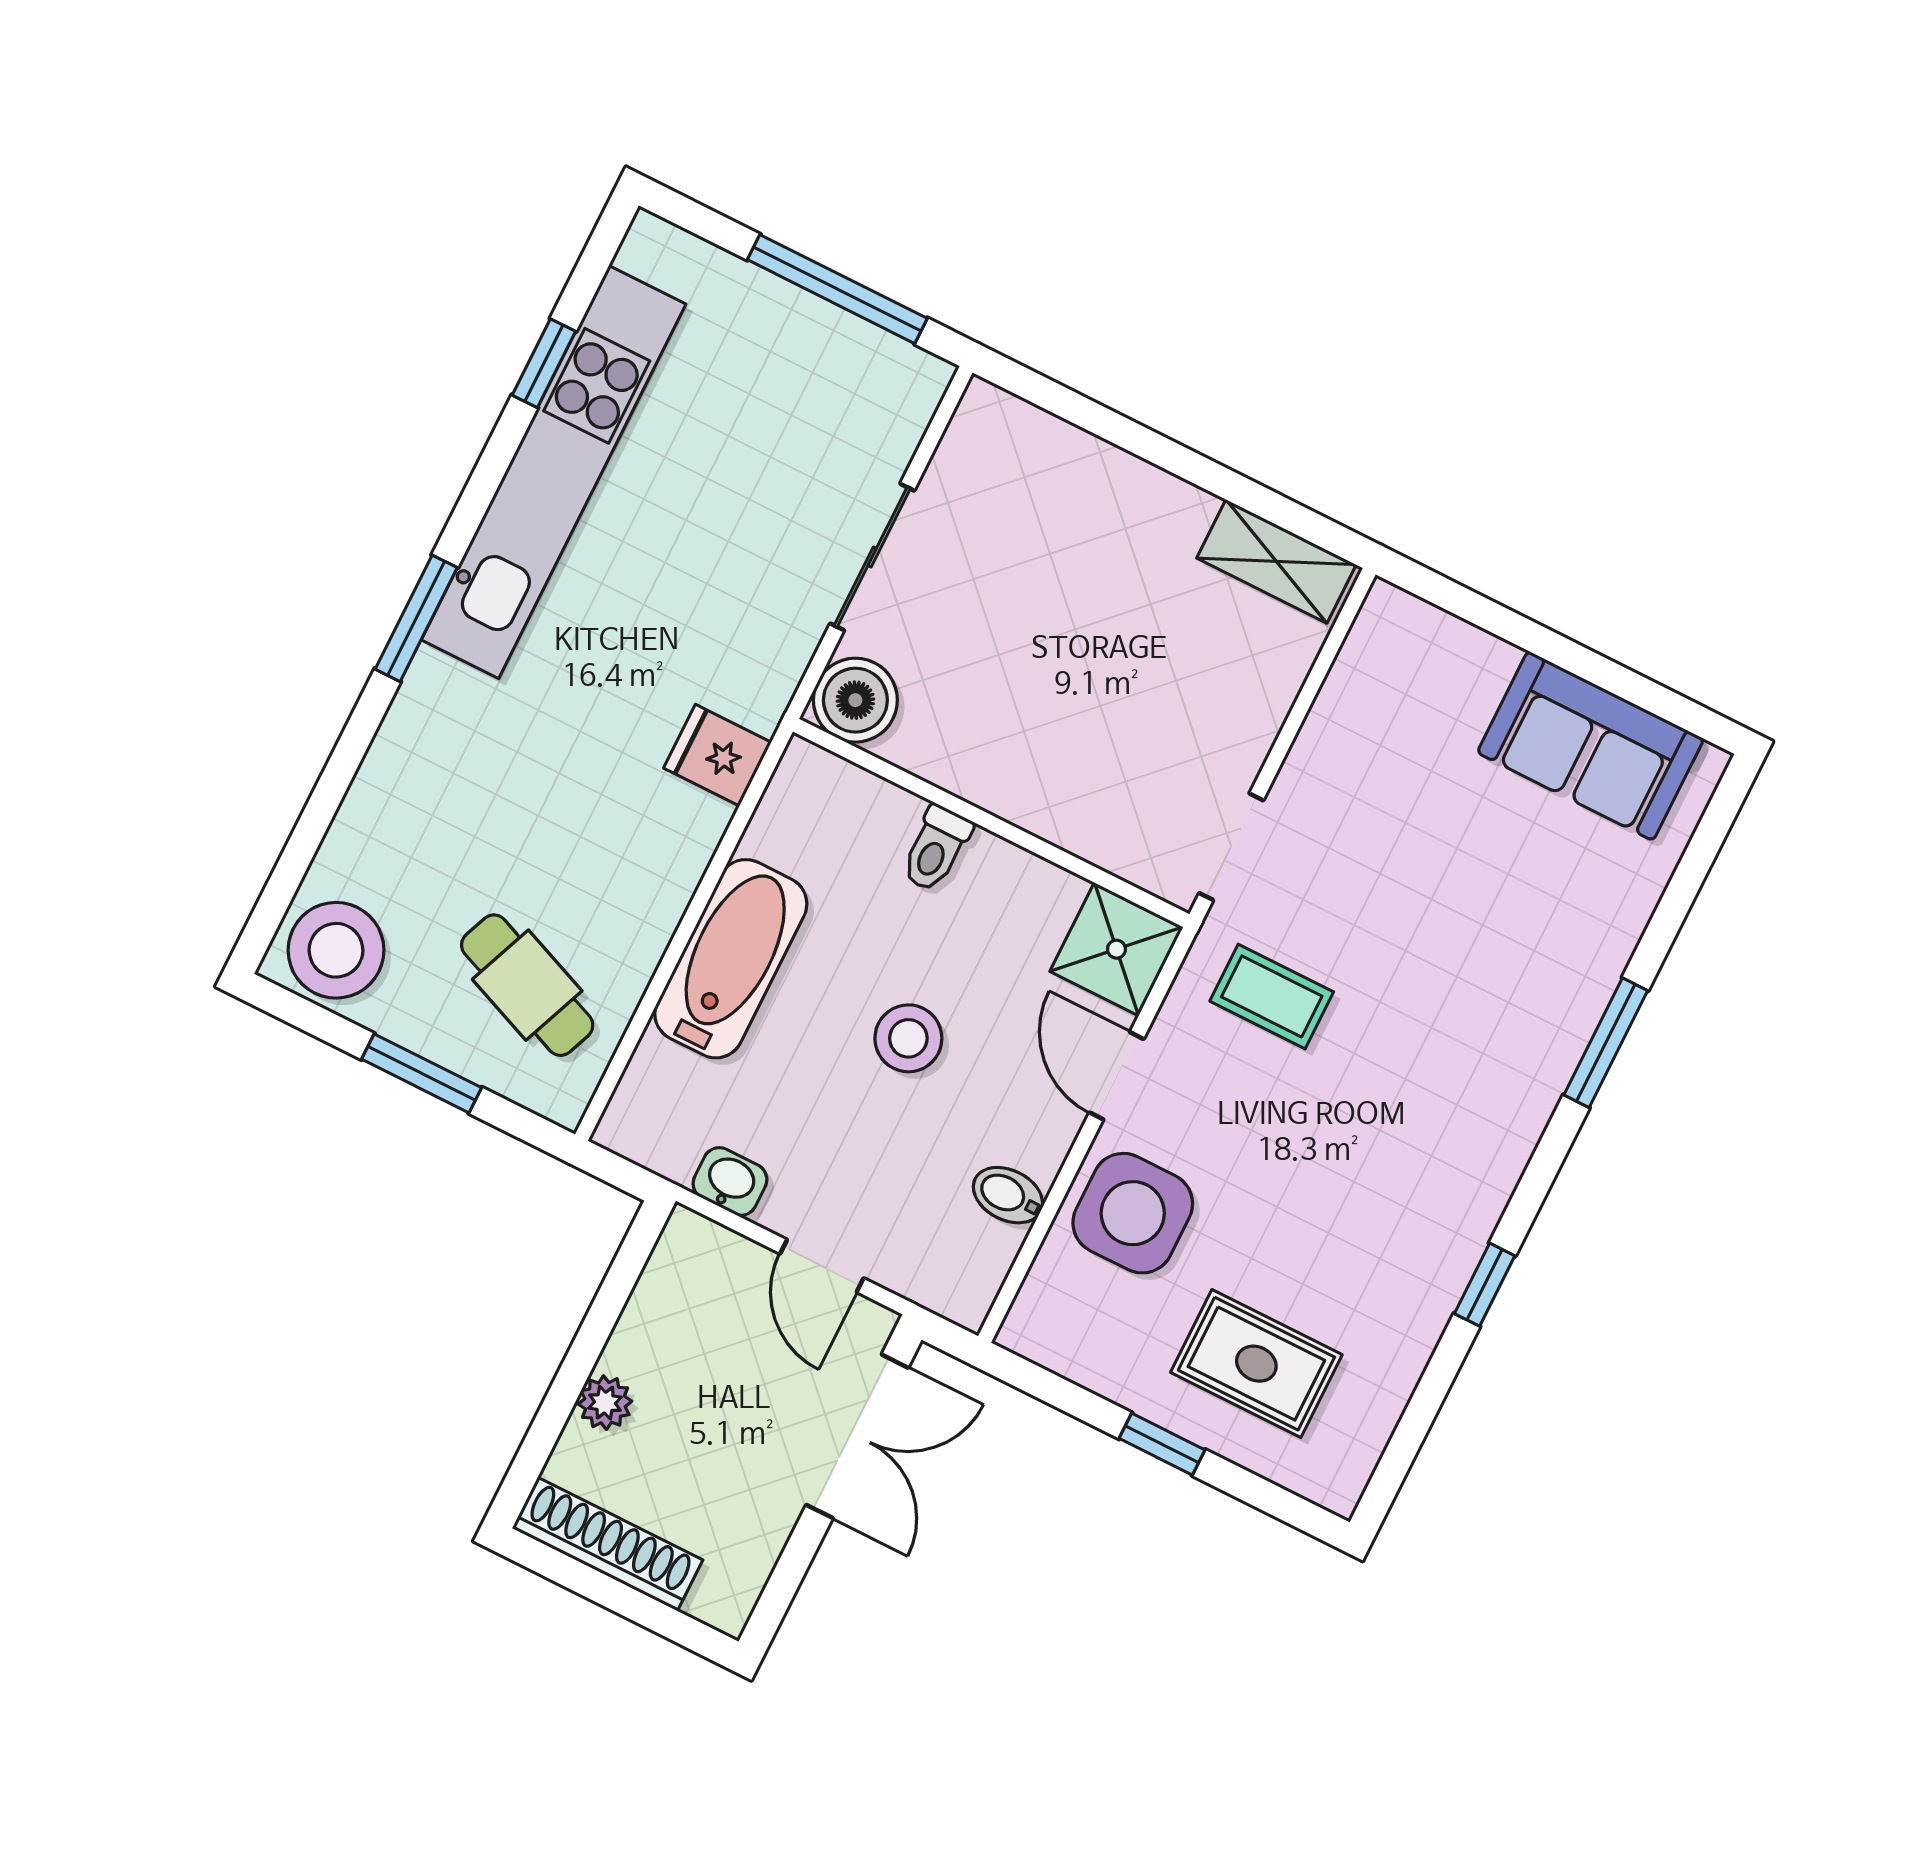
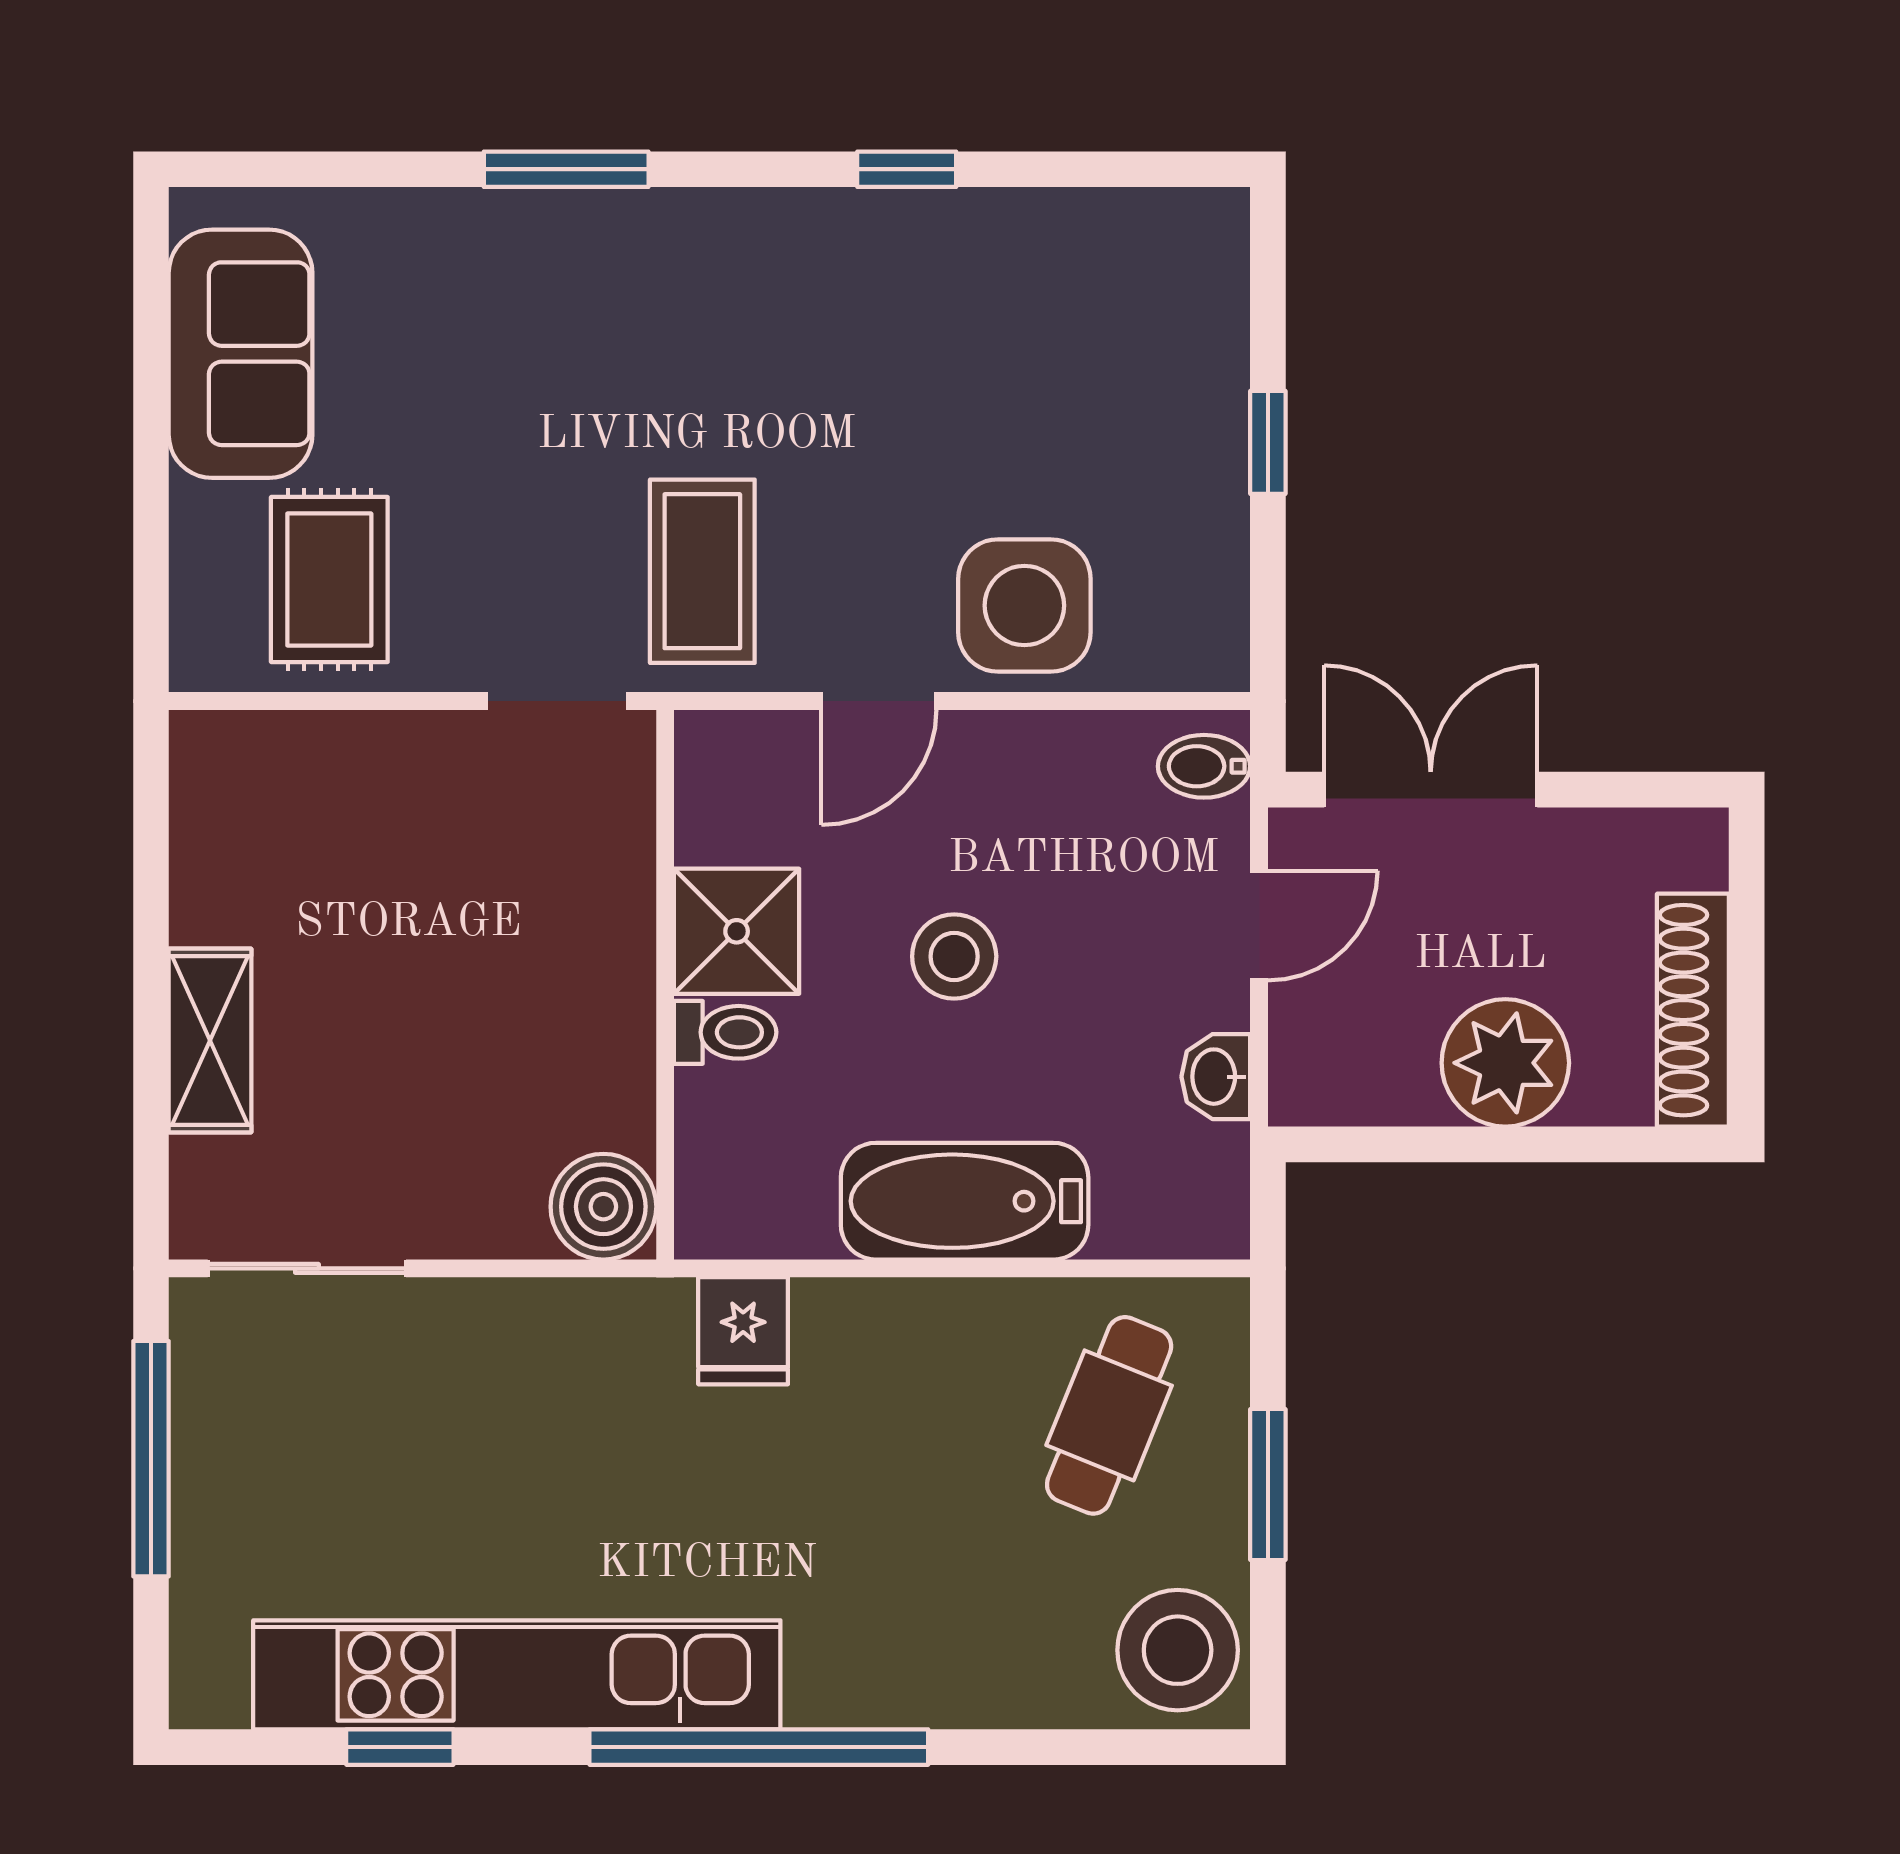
sliding door: (872, 557) -> (307, 1268), moved
shelving: (1276, 561) -> (210, 1041), moved
window: (416, 618) -> (759, 1747), width x2.11
shower: (1116, 949) -> (737, 931), moved
coffee table: (1272, 996) -> (702, 571), width x1.36, depth x1.30
bidet: (1008, 1195) -> (1204, 766), moved, turned 90
rug: (1256, 1364) -> (329, 580), moved
plant: (605, 1403) -> (1505, 1063), width x1.87, depth x1.87

